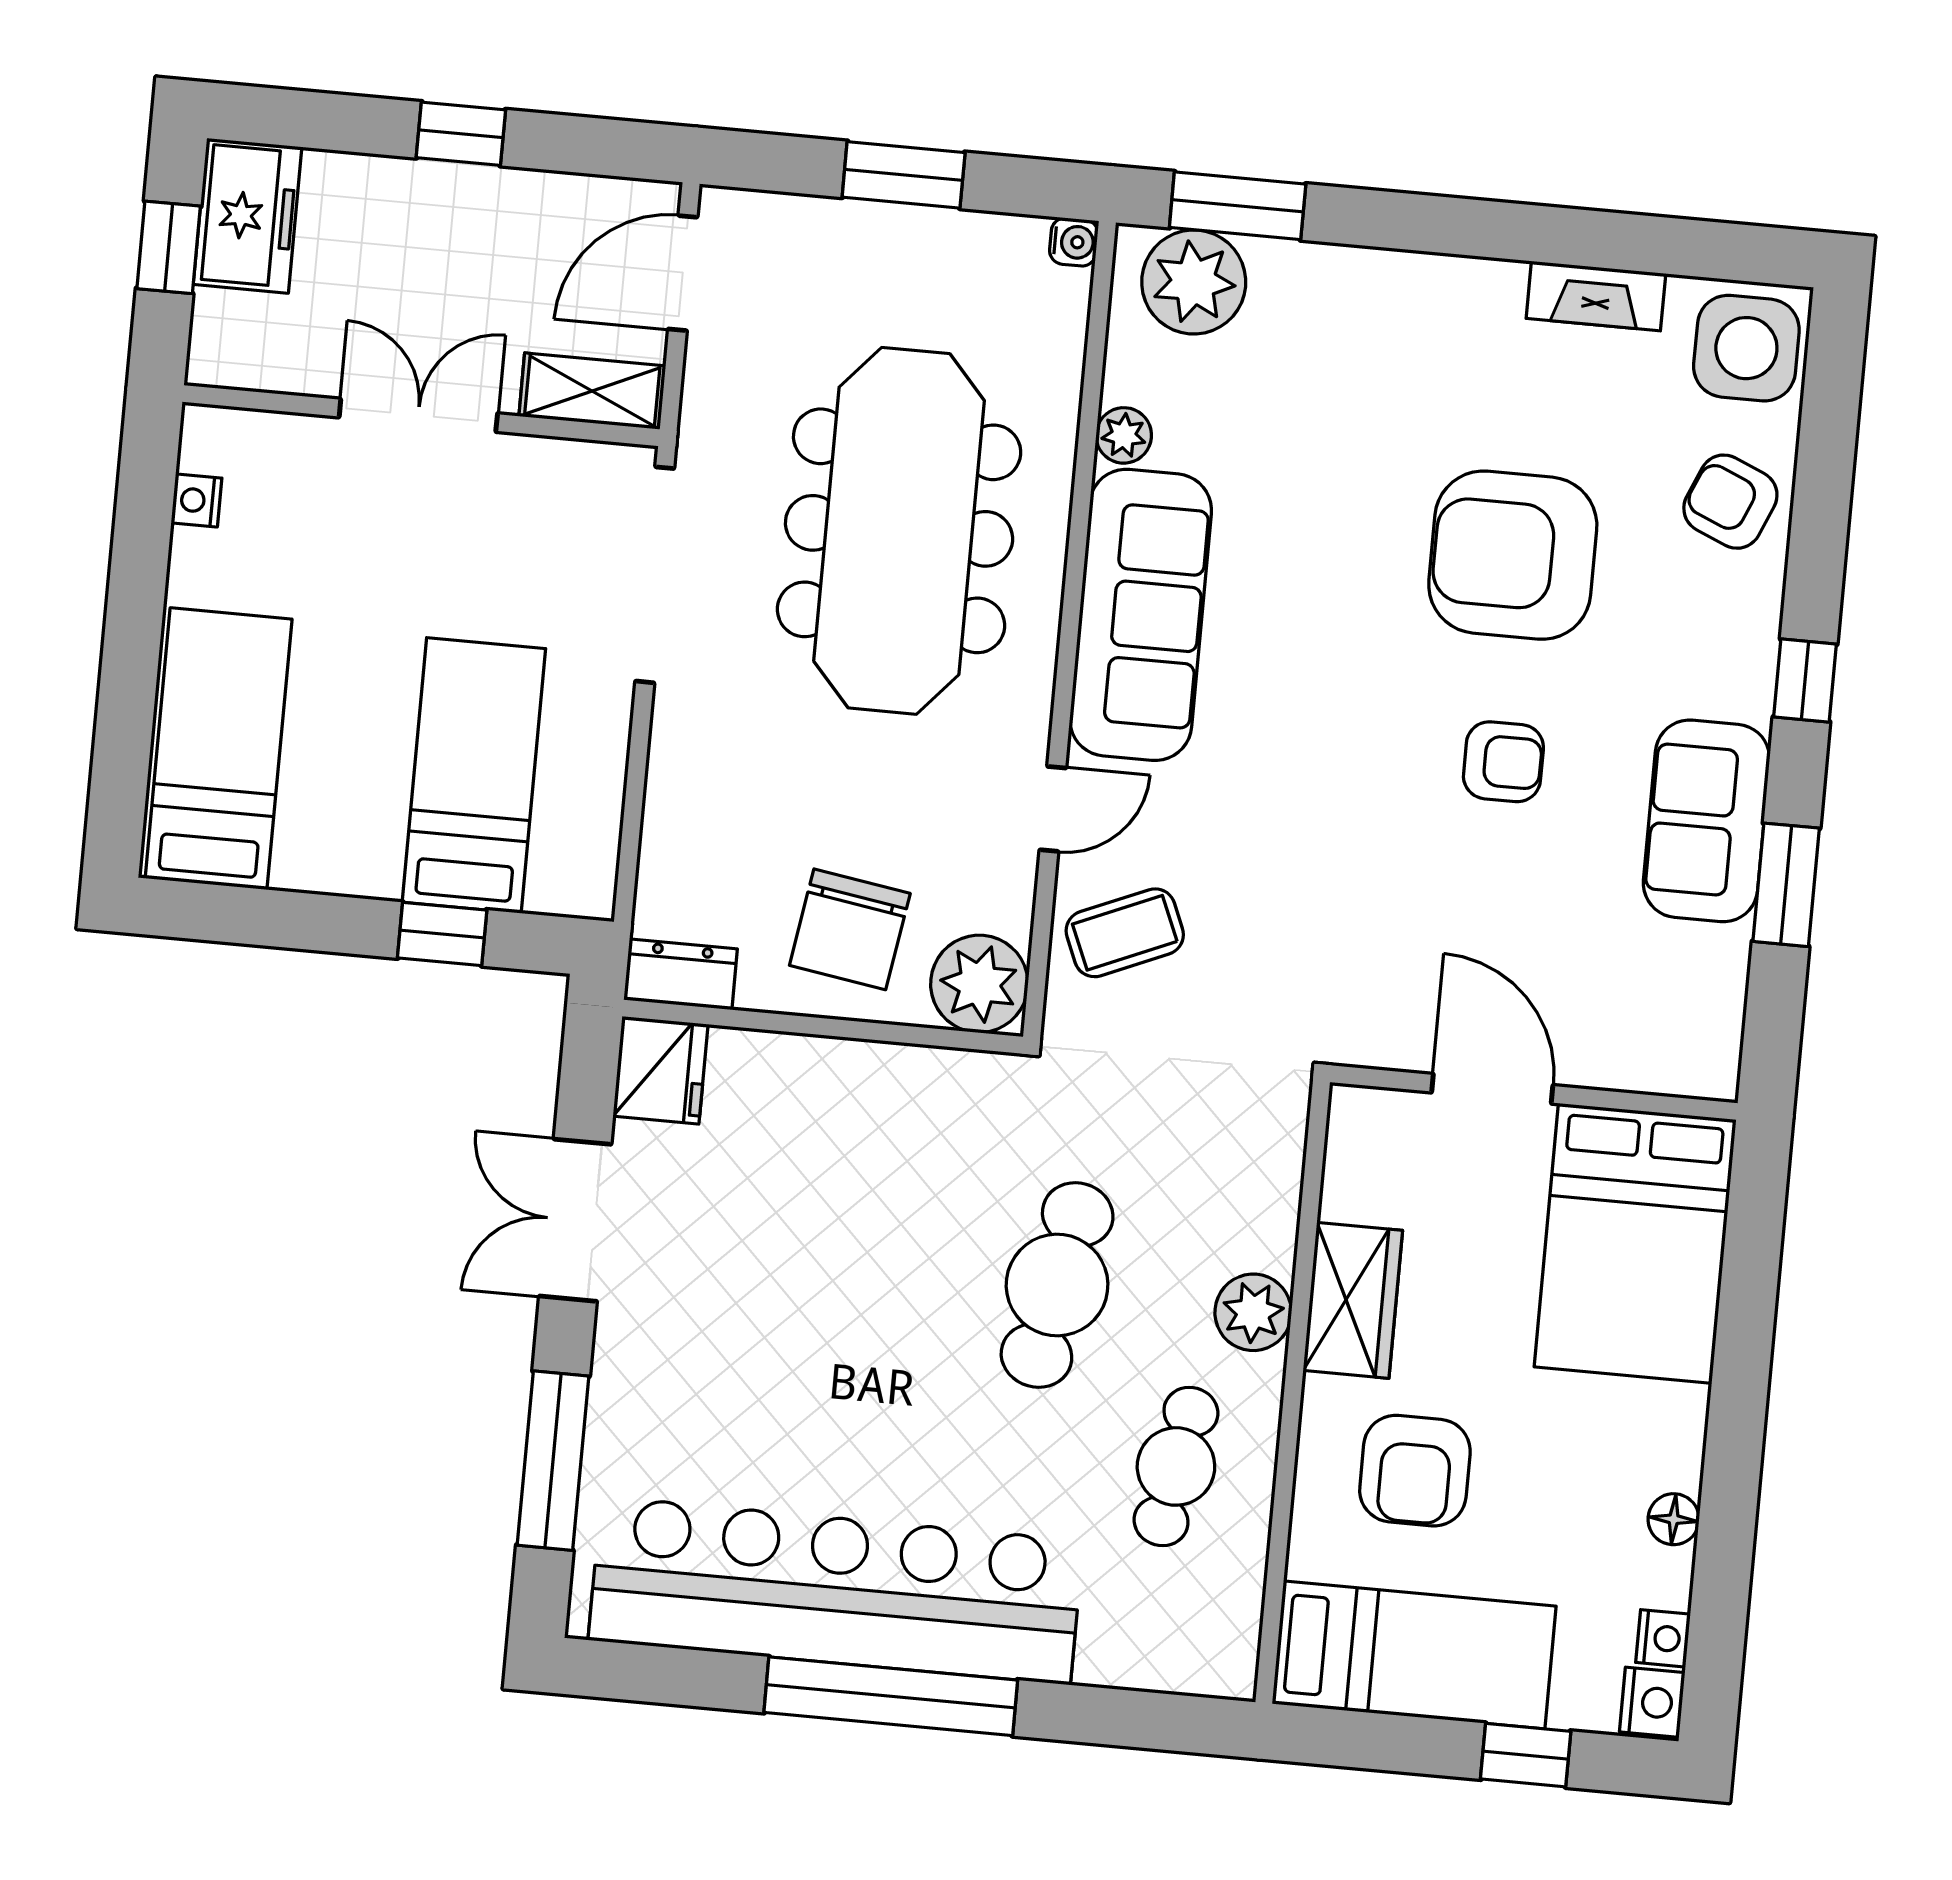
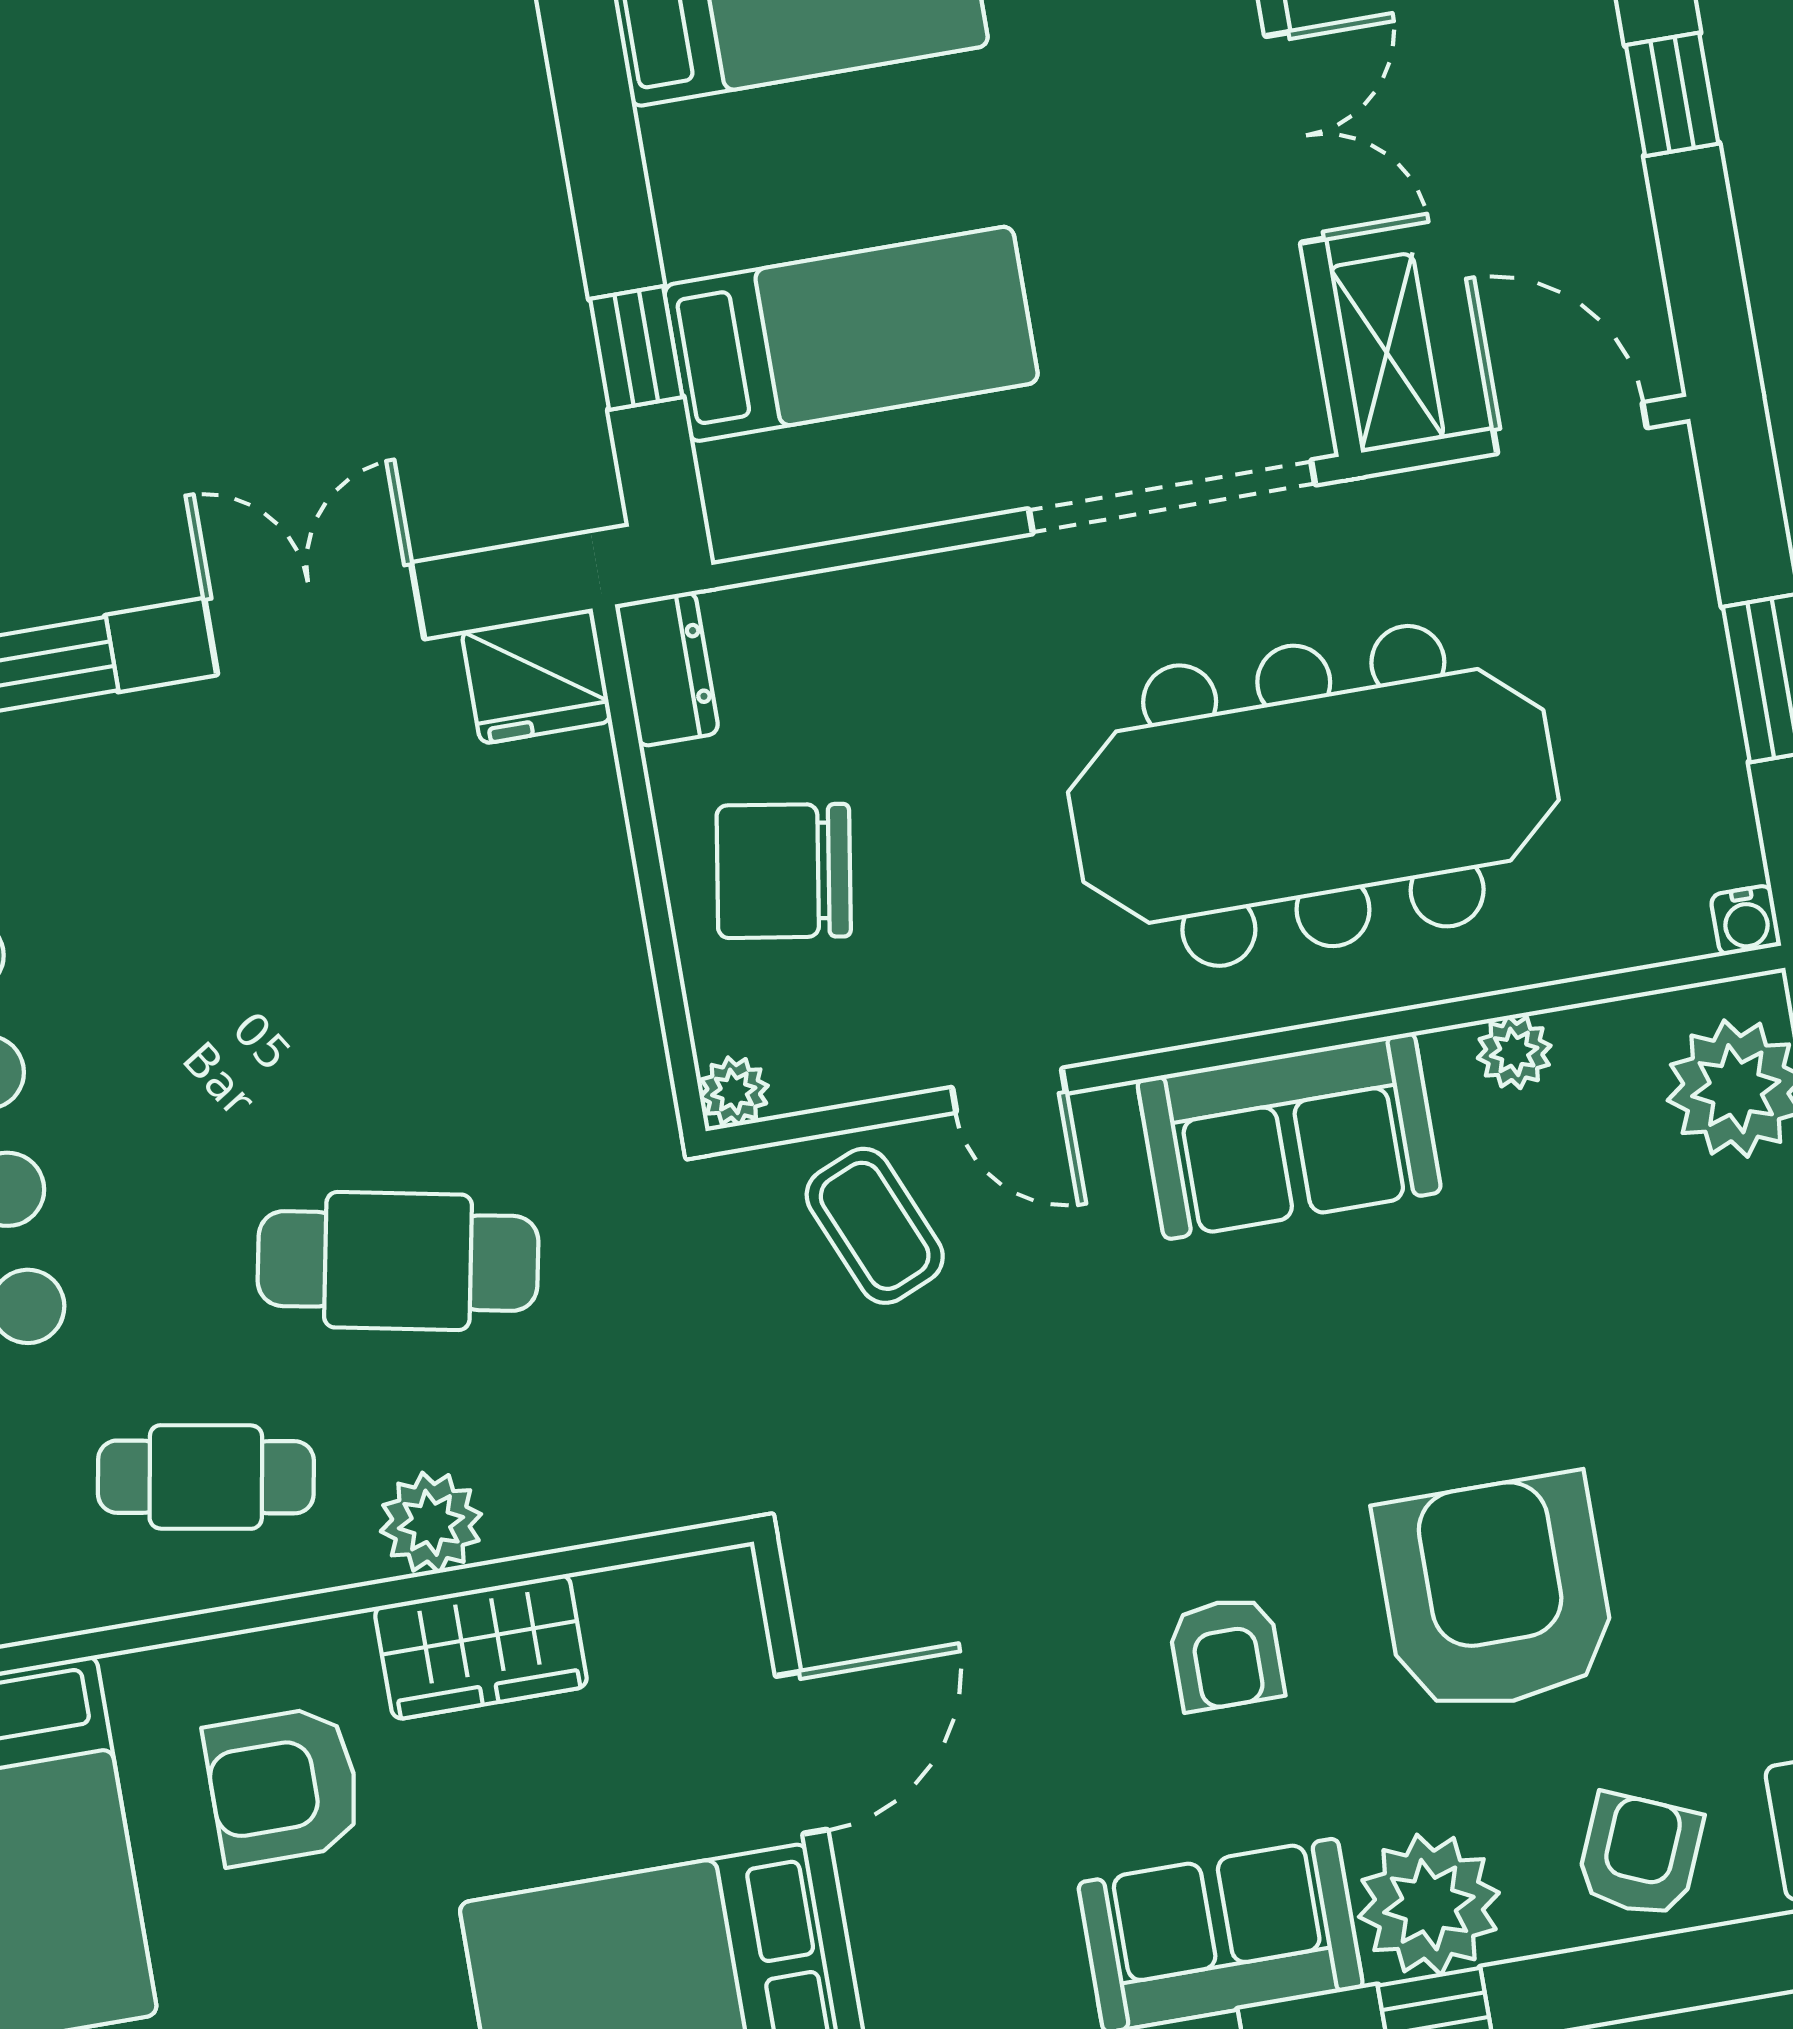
sofa: (1141, 615) -> (1289, 1136), width x0.73
plant: (1725, 664) -> (1429, 1905), added
plant: (979, 984) -> (734, 1091), width x0.53, depth x0.53

